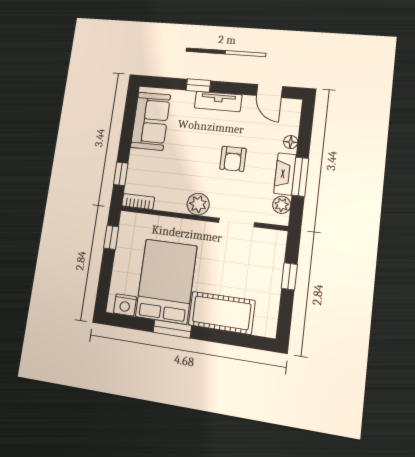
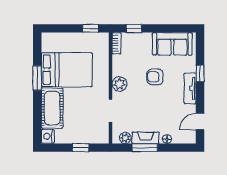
armchair: (233, 159) -> (155, 77), moved
nightstand: (125, 305) -> (48, 136), moved

